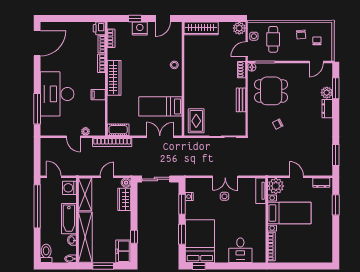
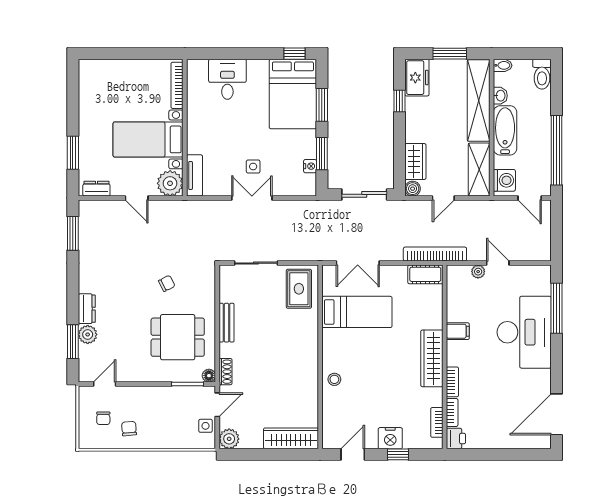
cafe table: (273, 39) -> (174, 421), removed

